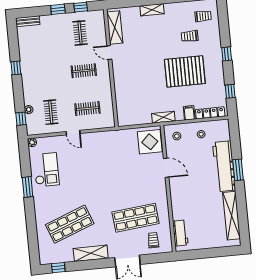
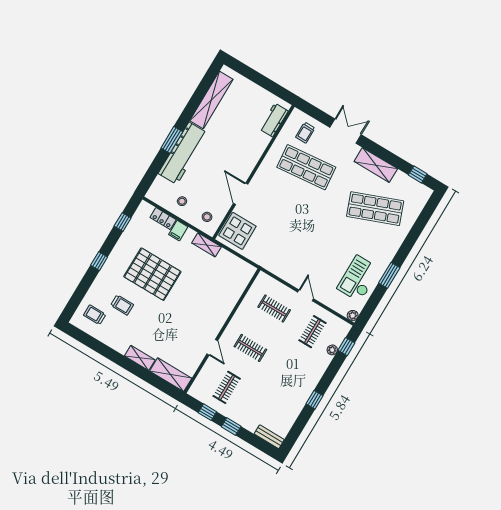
shelving: (115, 27) -> (171, 375), moved, turned 90
locker: (210, 113) -> (163, 219), width x0.66

